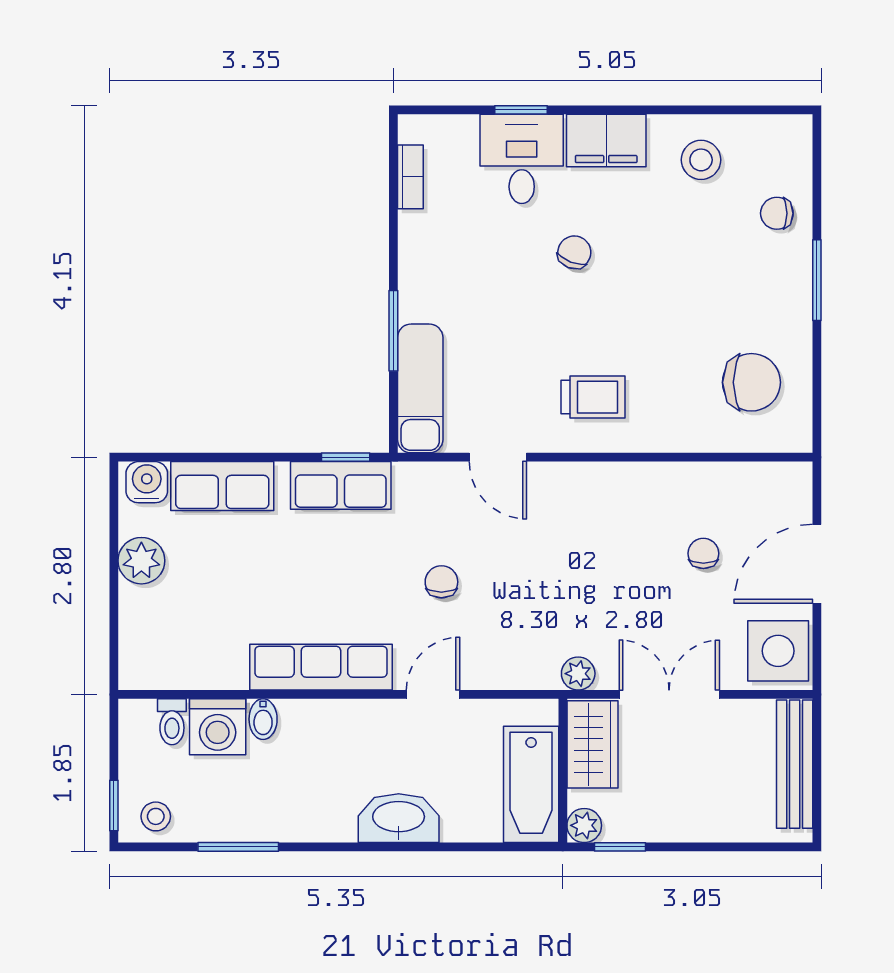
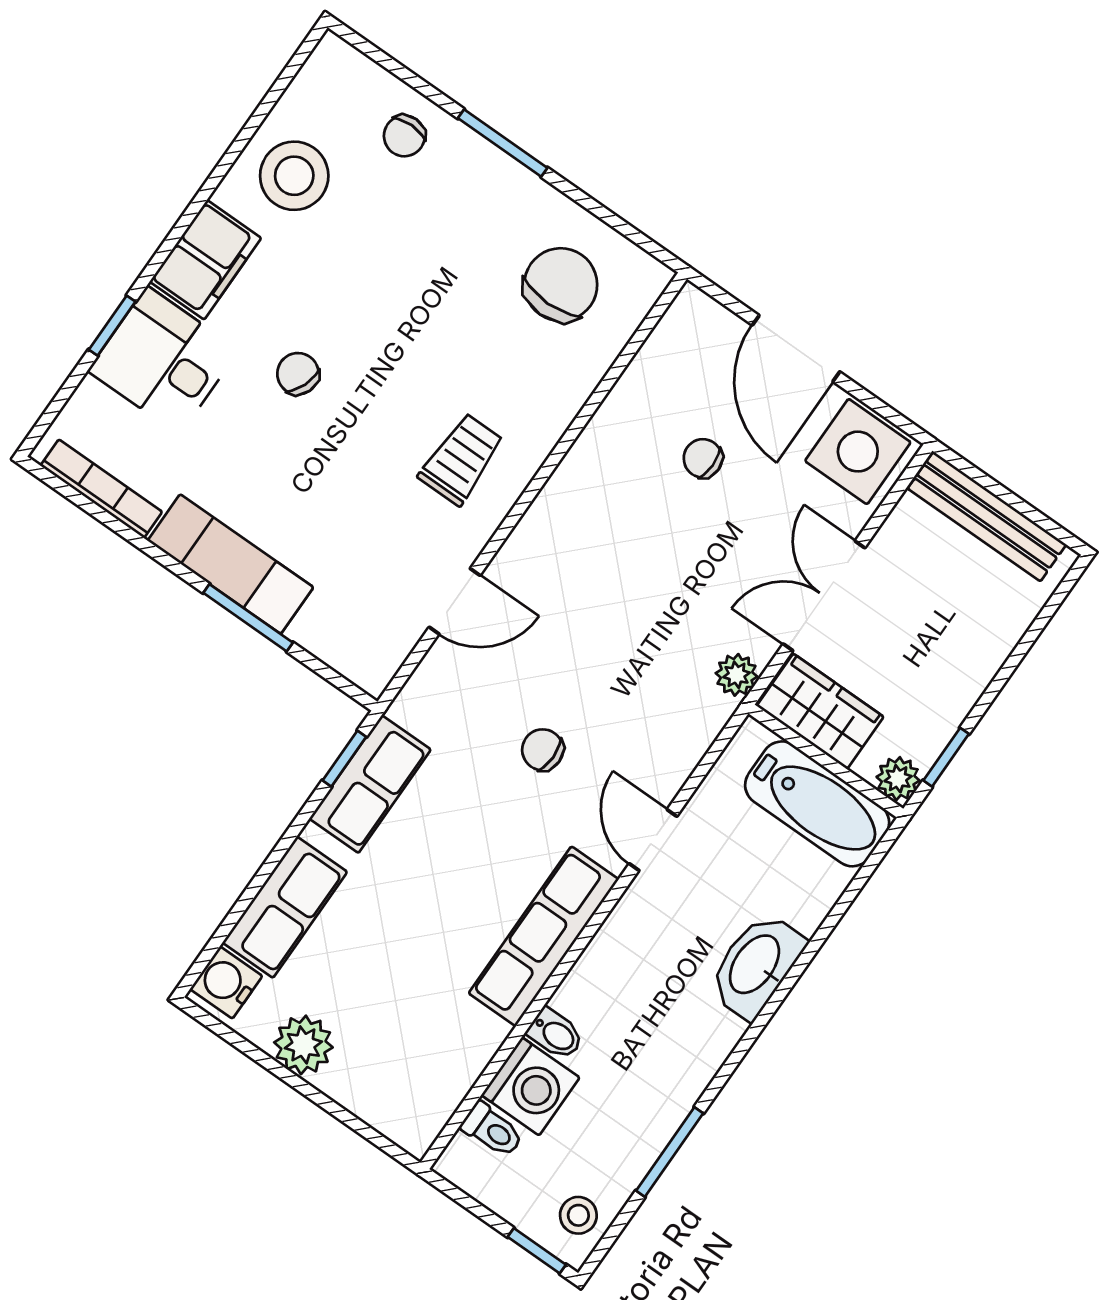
stool: (701, 160) -> (294, 176), width x1.38, depth x1.38
bookcase: (410, 177) -> (101, 489), width x1.56
exam couch: (420, 388) -> (230, 564), moved

